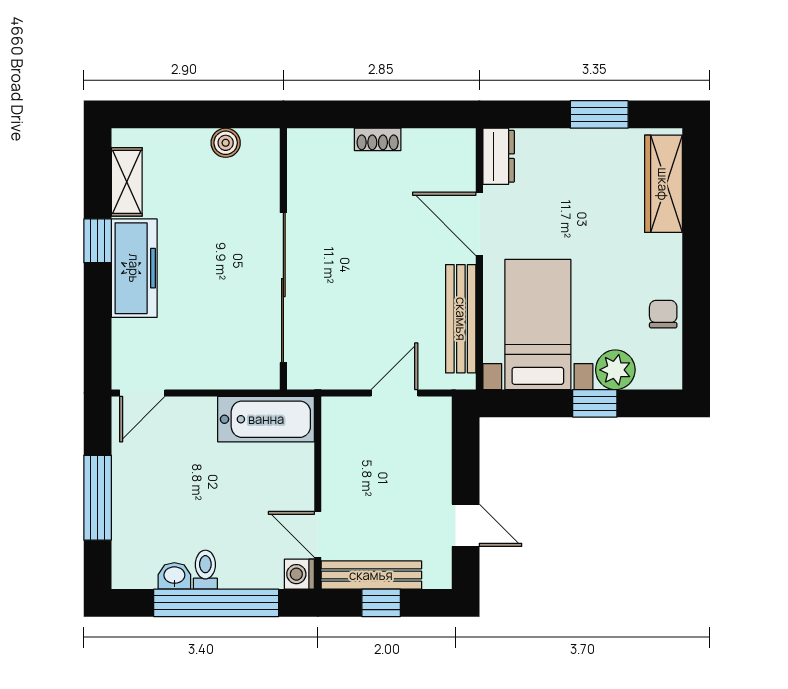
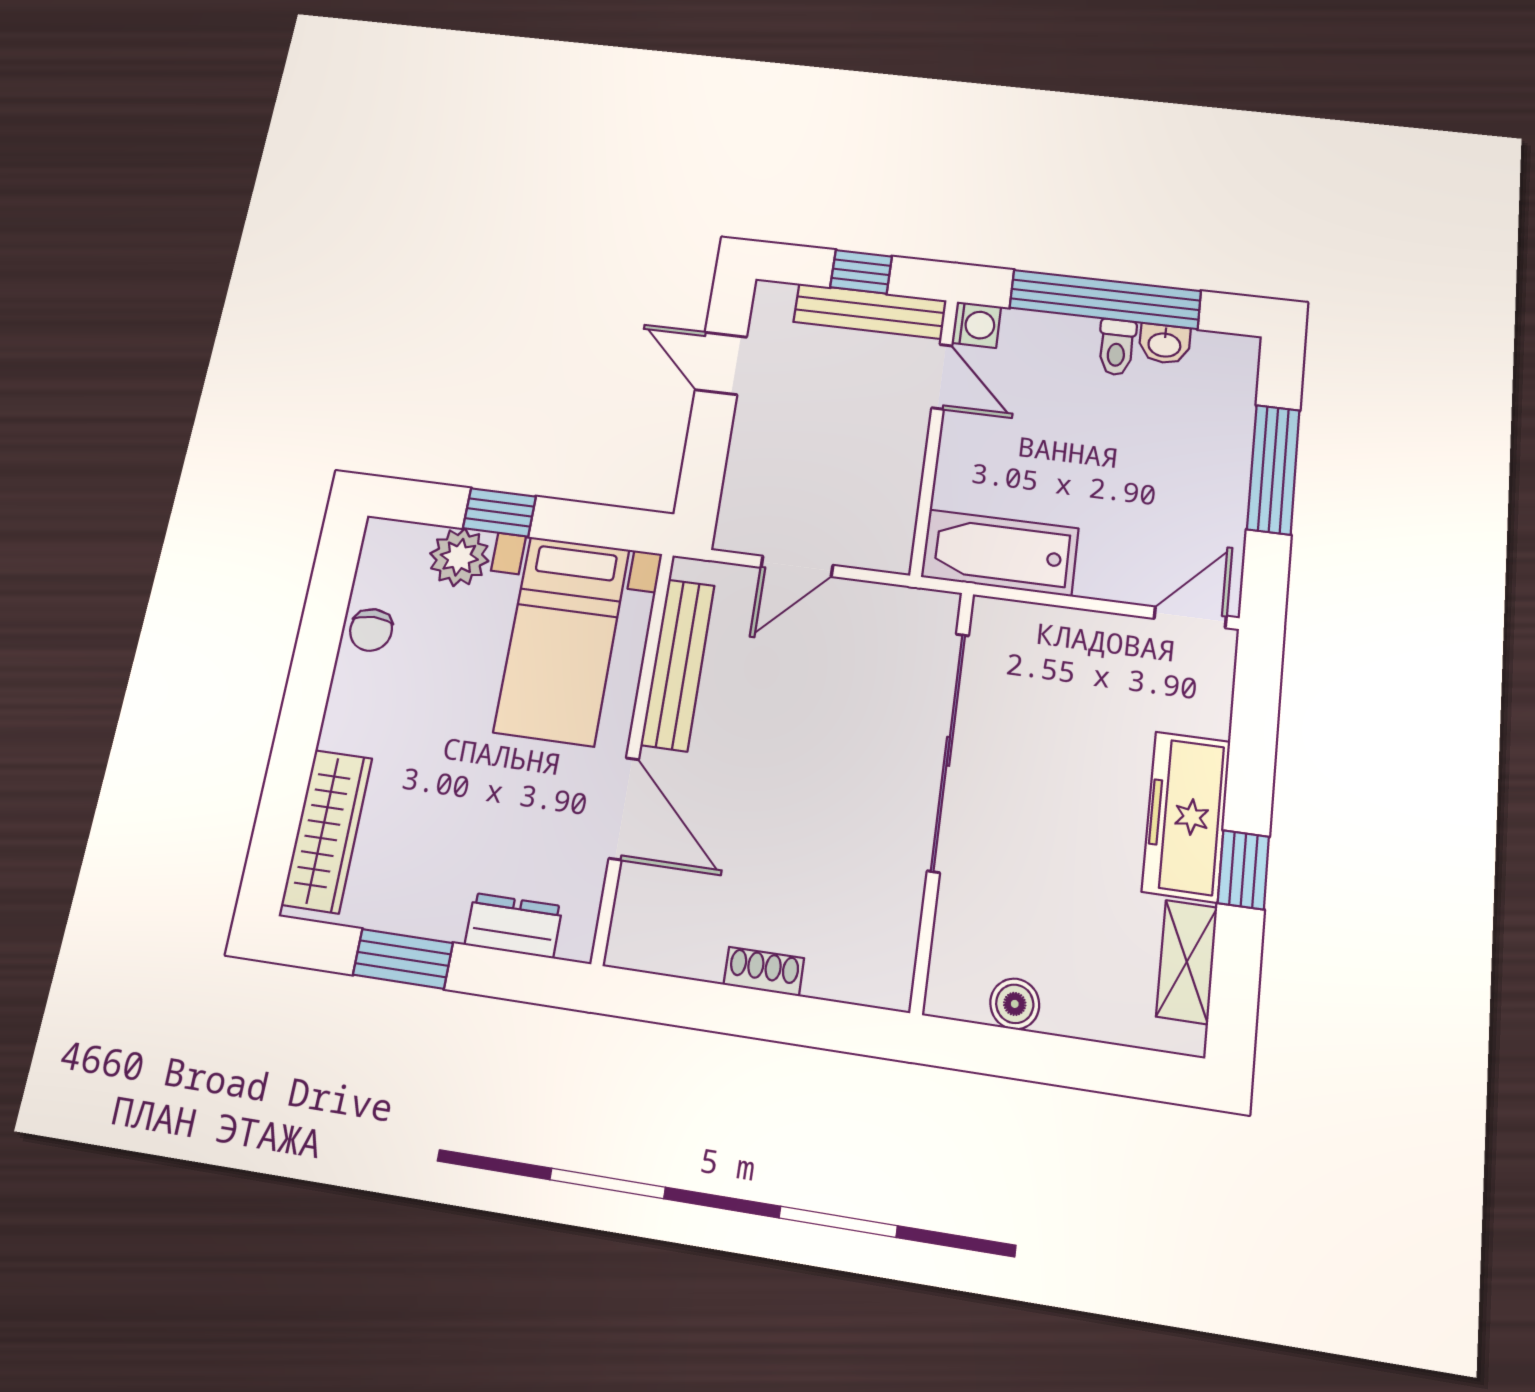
dresser: (499, 156) -> (514, 925), moved, turned 90

